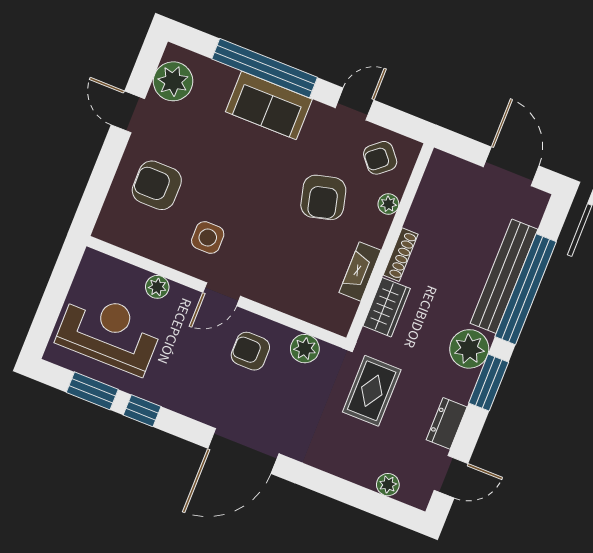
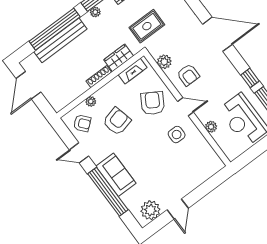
armchair: (157, 185) -> (153, 103), moved, turned -149
fireplace: (360, 271) -> (133, 71), moved
plant: (469, 349) -> (95, 12), width x0.53, depth x0.53

